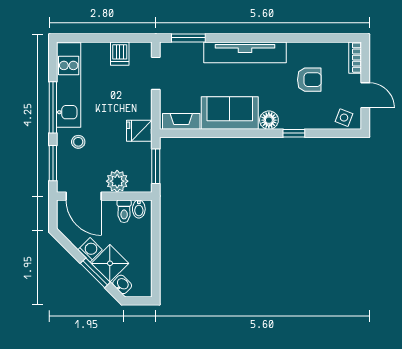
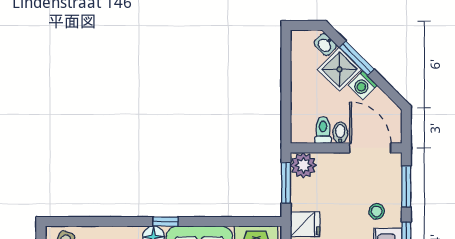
window: (294, 133) -> (166, 221), moved
plant: (117, 181) -> (303, 165), moved
bidet: (139, 209) -> (340, 133), moved

